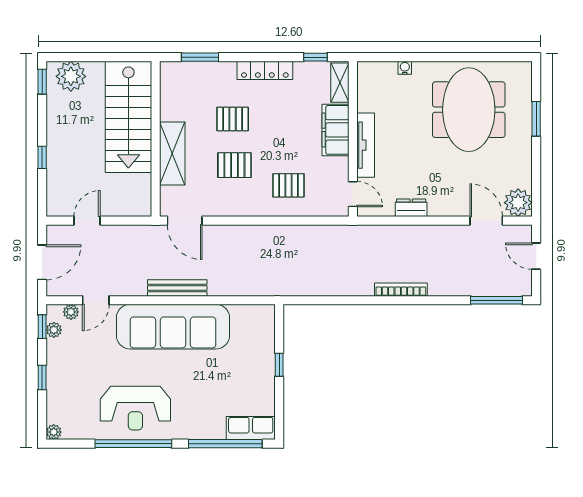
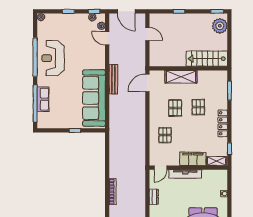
stairs: (128, 117) -> (207, 59), width x0.73, depth x0.66
sofa: (173, 327) -> (94, 98), moved
row of seats: (251, 428) -> (43, 99), moved

